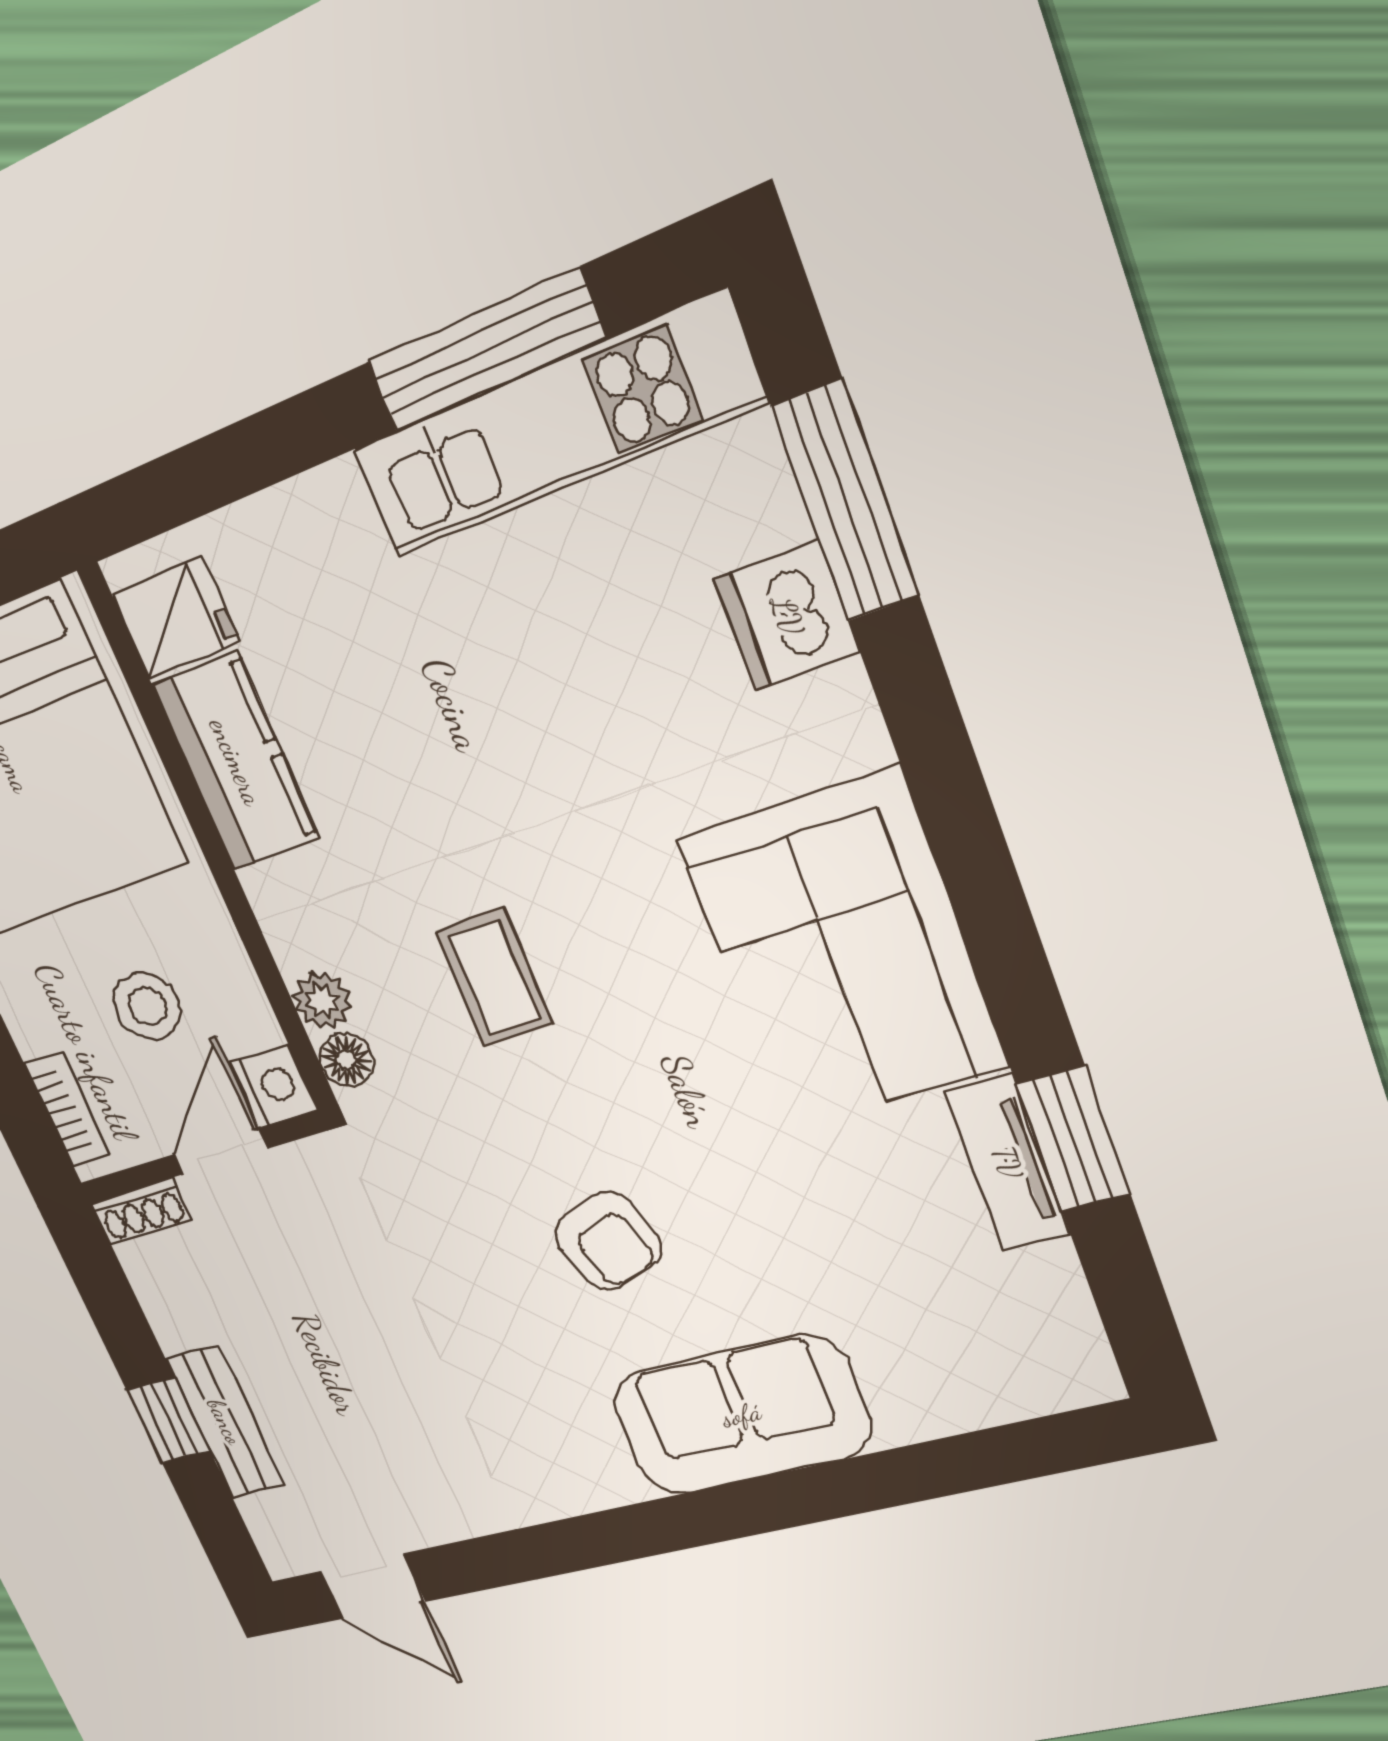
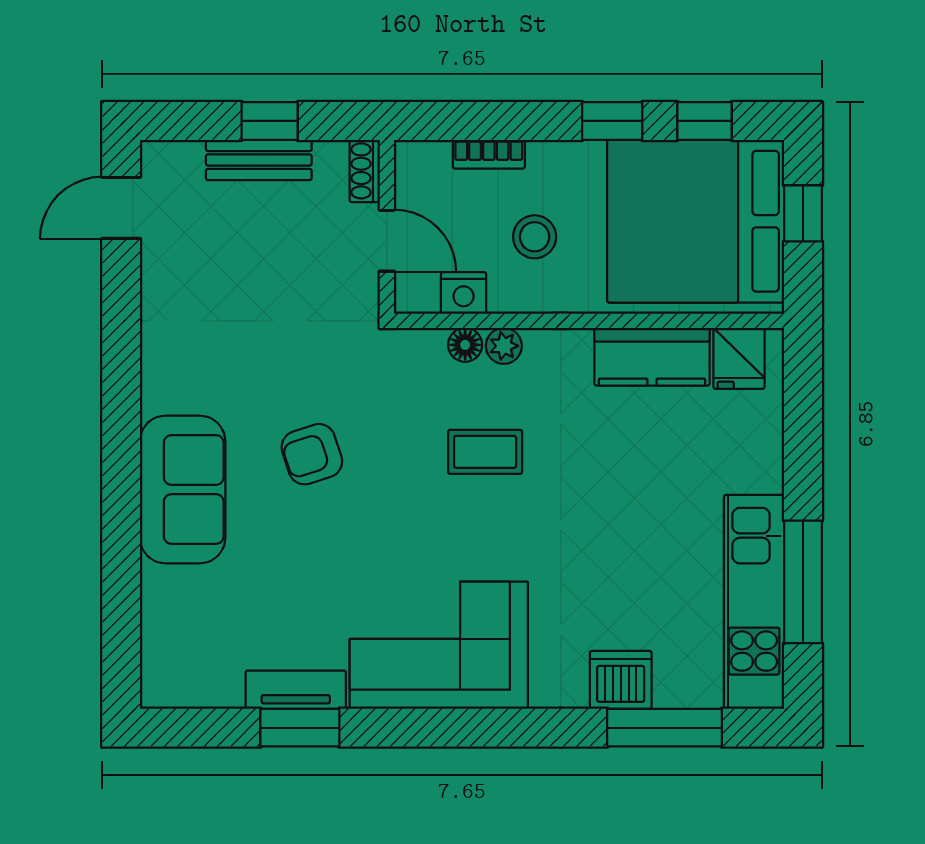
door: (220, 1151) -> (387, 241), moved
wall: (201, 1157) -> (387, 227), moved
shoe rack: (141, 1211) -> (365, 171), moved

